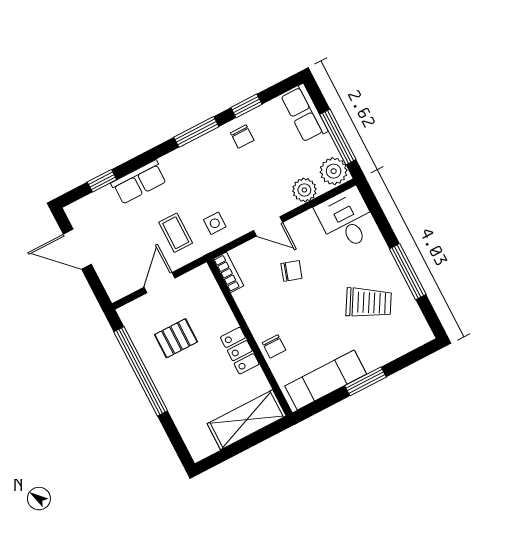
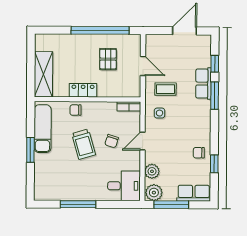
window: (196, 132) -> (215, 96), moved
trolley: (369, 303) -> (84, 144), moved, turned -46

